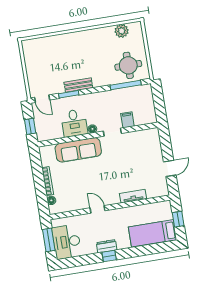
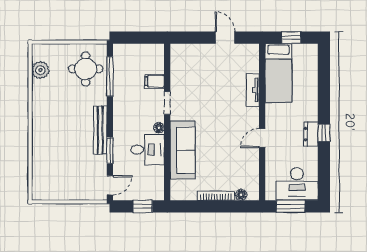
bench: (78, 85) -> (100, 130), width x1.36
bed: (153, 233) -> (278, 73), moved

